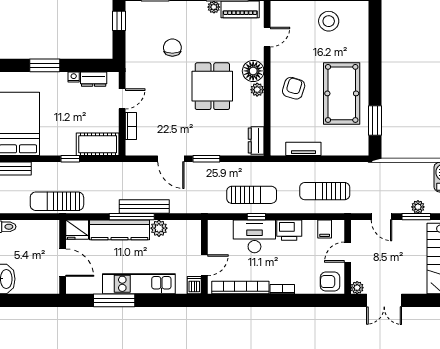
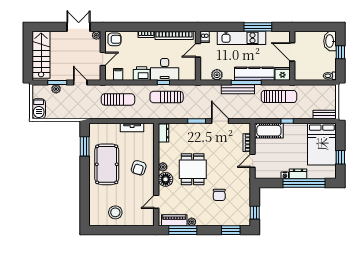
window: (45, 65) -> (304, 183), width x2.11
dresser: (94, 79) -> (298, 174), moved
sun lounger: (57, 201) -> (279, 96), moved
plant: (159, 228) -> (217, 75), moved

